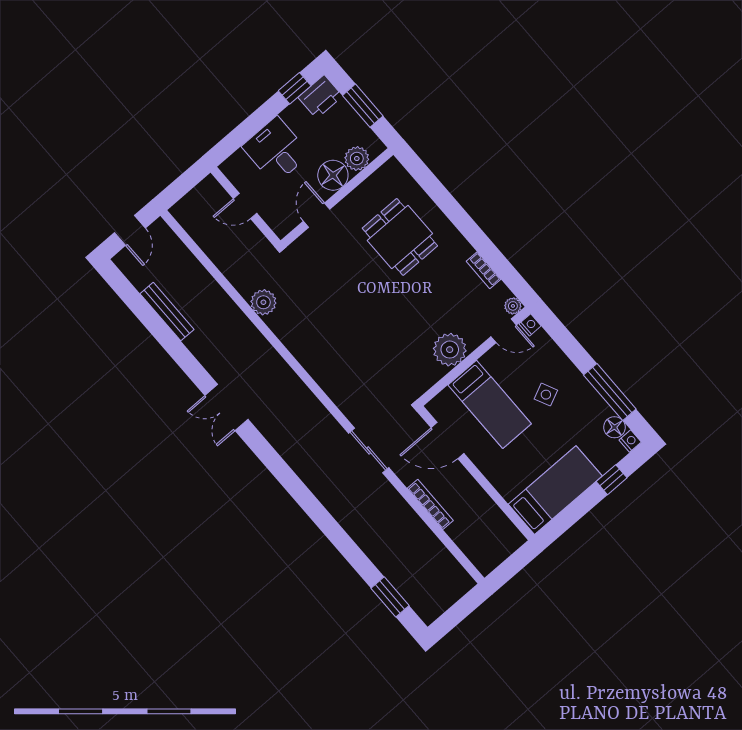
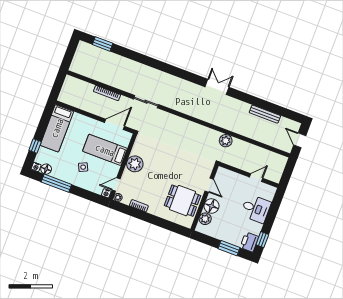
plant: (357, 159) -> (205, 219), moved
floor lamp: (333, 175) -> (211, 206), moved
wall: (337, 198) -> (205, 197), moved
door: (317, 215) -> (209, 185), moved

